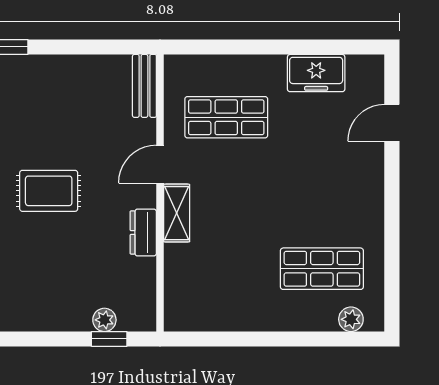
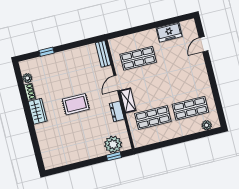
shop shelf: (226, 269) -> (153, 118), added
plant: (104, 320) -> (113, 144), width x1.88, depth x1.88

